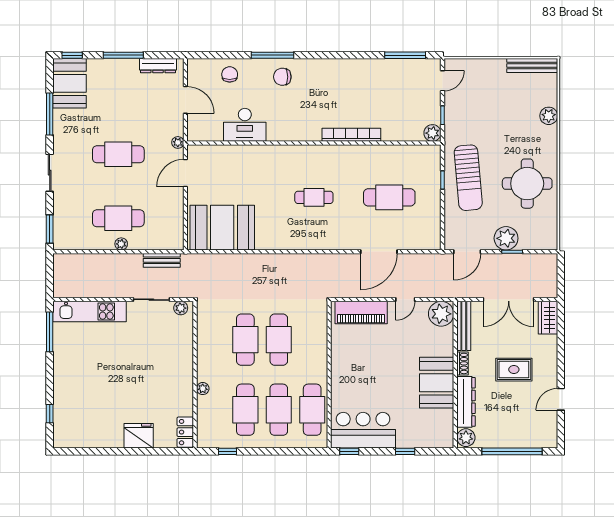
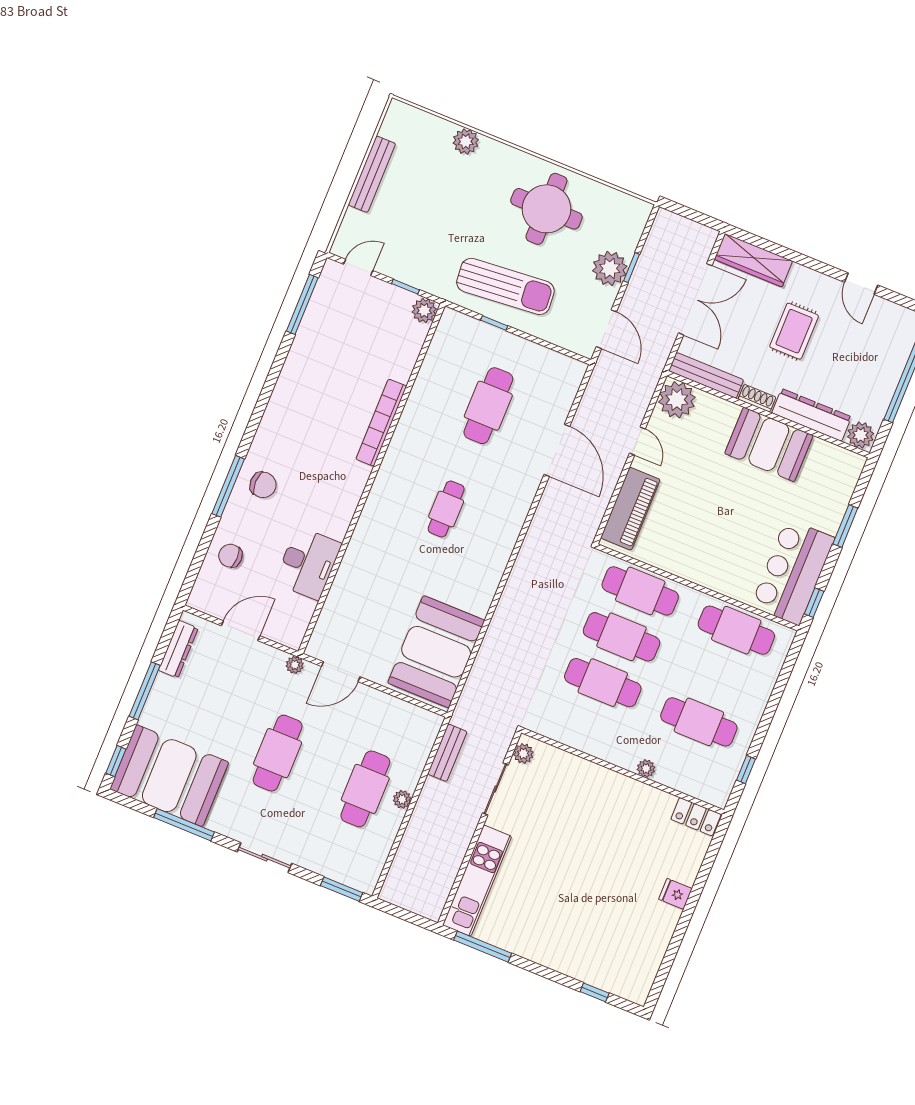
bench: (532, 66) -> (372, 174), moved
chair: (282, 77) -> (263, 485), turned -90
door: (443, 81) -> (358, 267), hinge flipped
booth: (70, 83) -> (169, 776), width x1.36, depth x1.42
door: (185, 173) -> (341, 672), hinge flipped
wardrobe: (548, 318) -> (753, 260), width x1.50
cafe table: (279, 410) -> (640, 591), moved
fridge: (139, 436) -> (675, 894), width x0.53, depth x0.75
window: (405, 451) -> (845, 526), width x1.50

